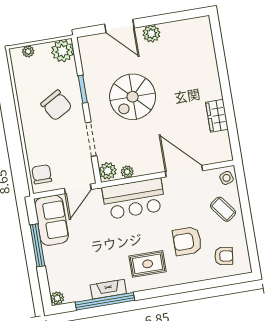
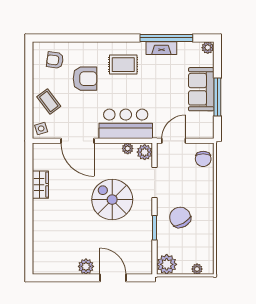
spiral stairs: (133, 97) -> (112, 200), moved, turned -90
sofa: (52, 220) -> (201, 89), moved

